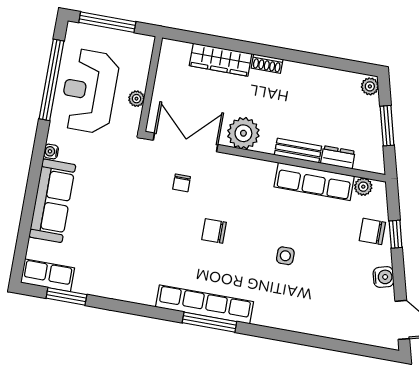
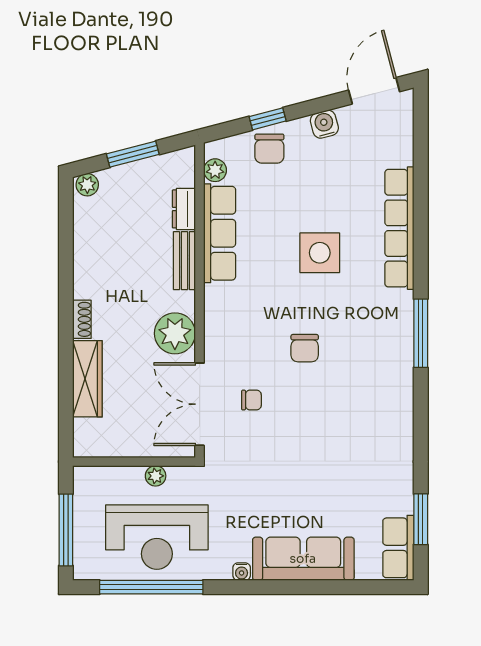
side table: (285, 256) -> (320, 253), width x1.87, depth x1.87
row of seats: (205, 304) -> (399, 228), moved

